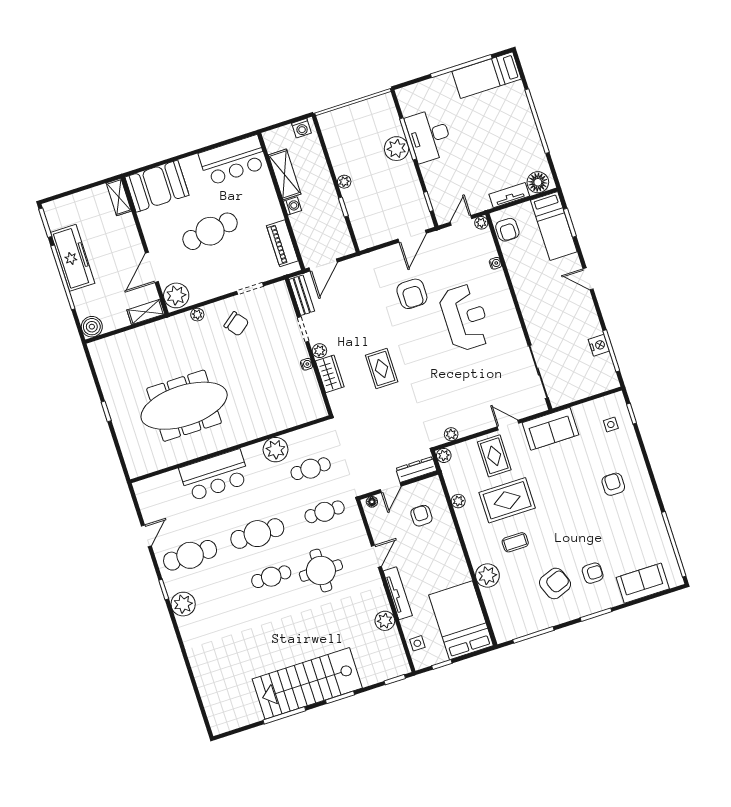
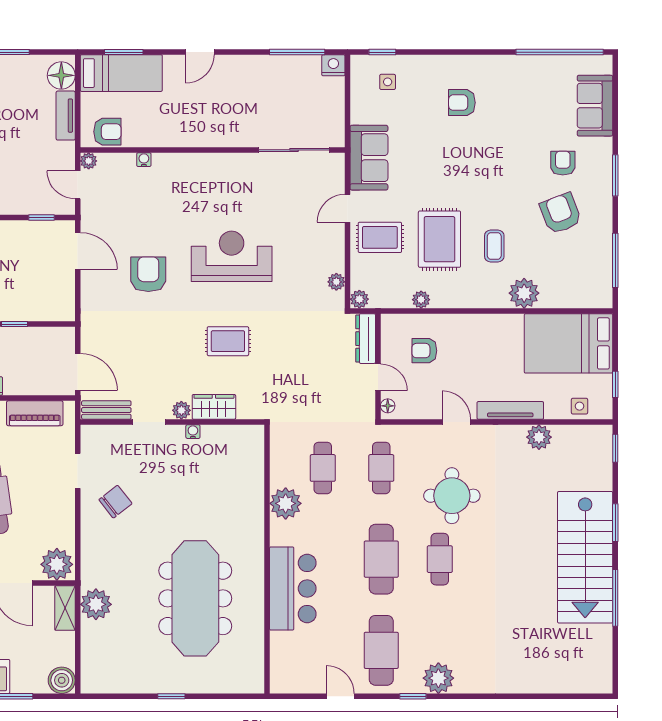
armchair: (412, 294) -> (148, 274), turned -90
plant: (197, 315) -> (96, 604), moved, width x1.88, depth x1.88
reception desk: (465, 318) -> (232, 256), moved
nightstand: (599, 345) -> (333, 65), moved

